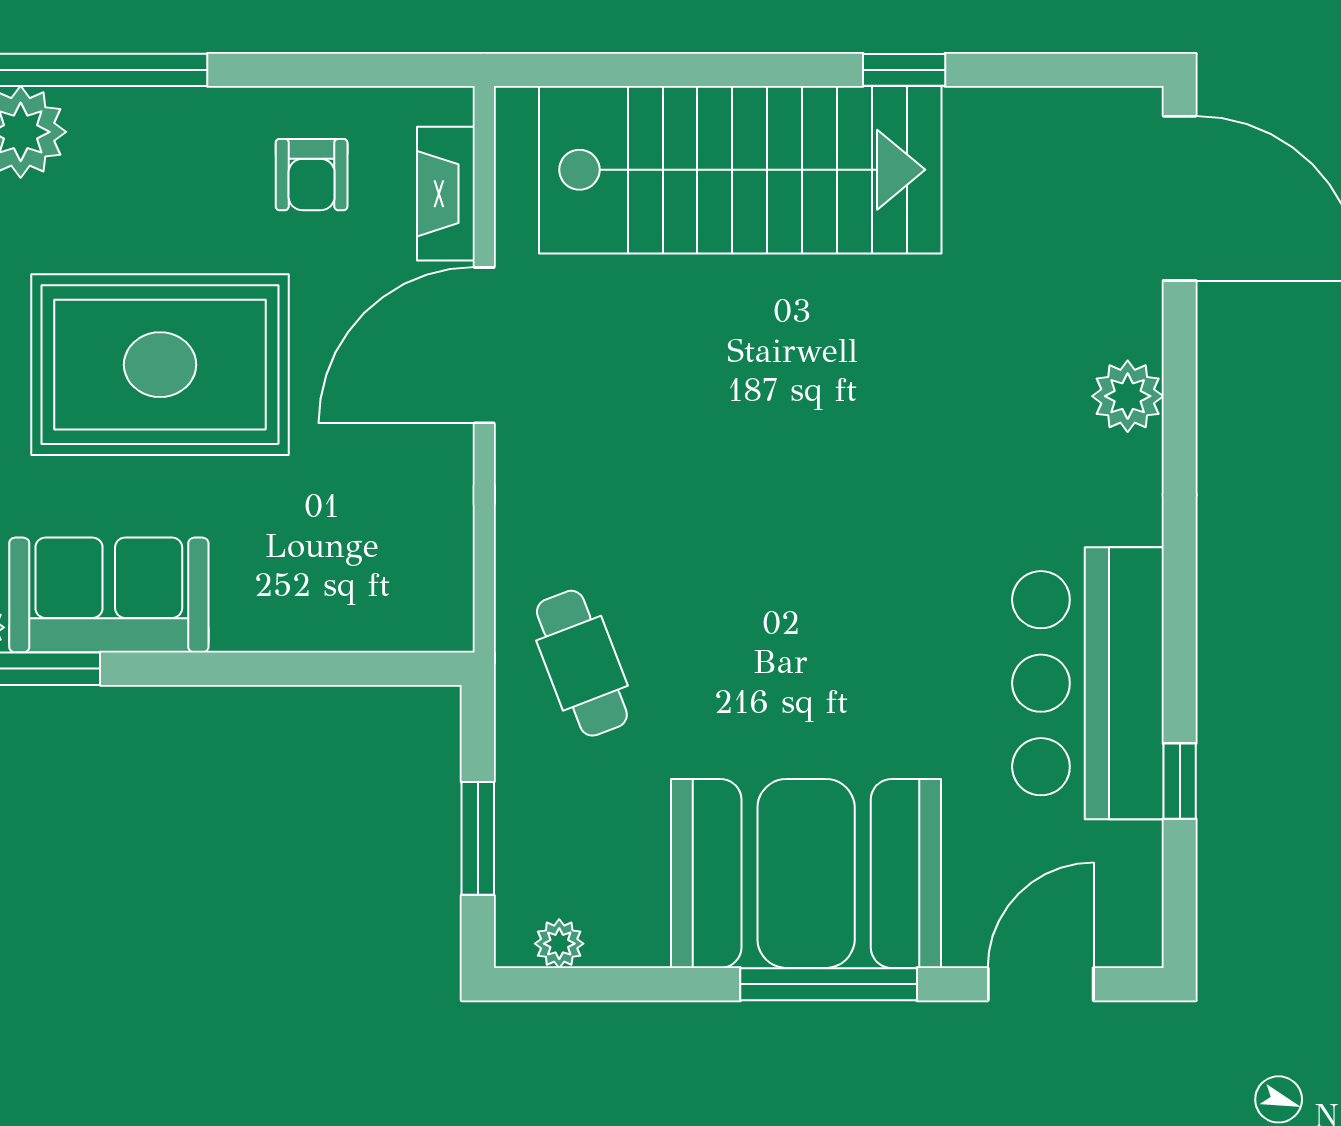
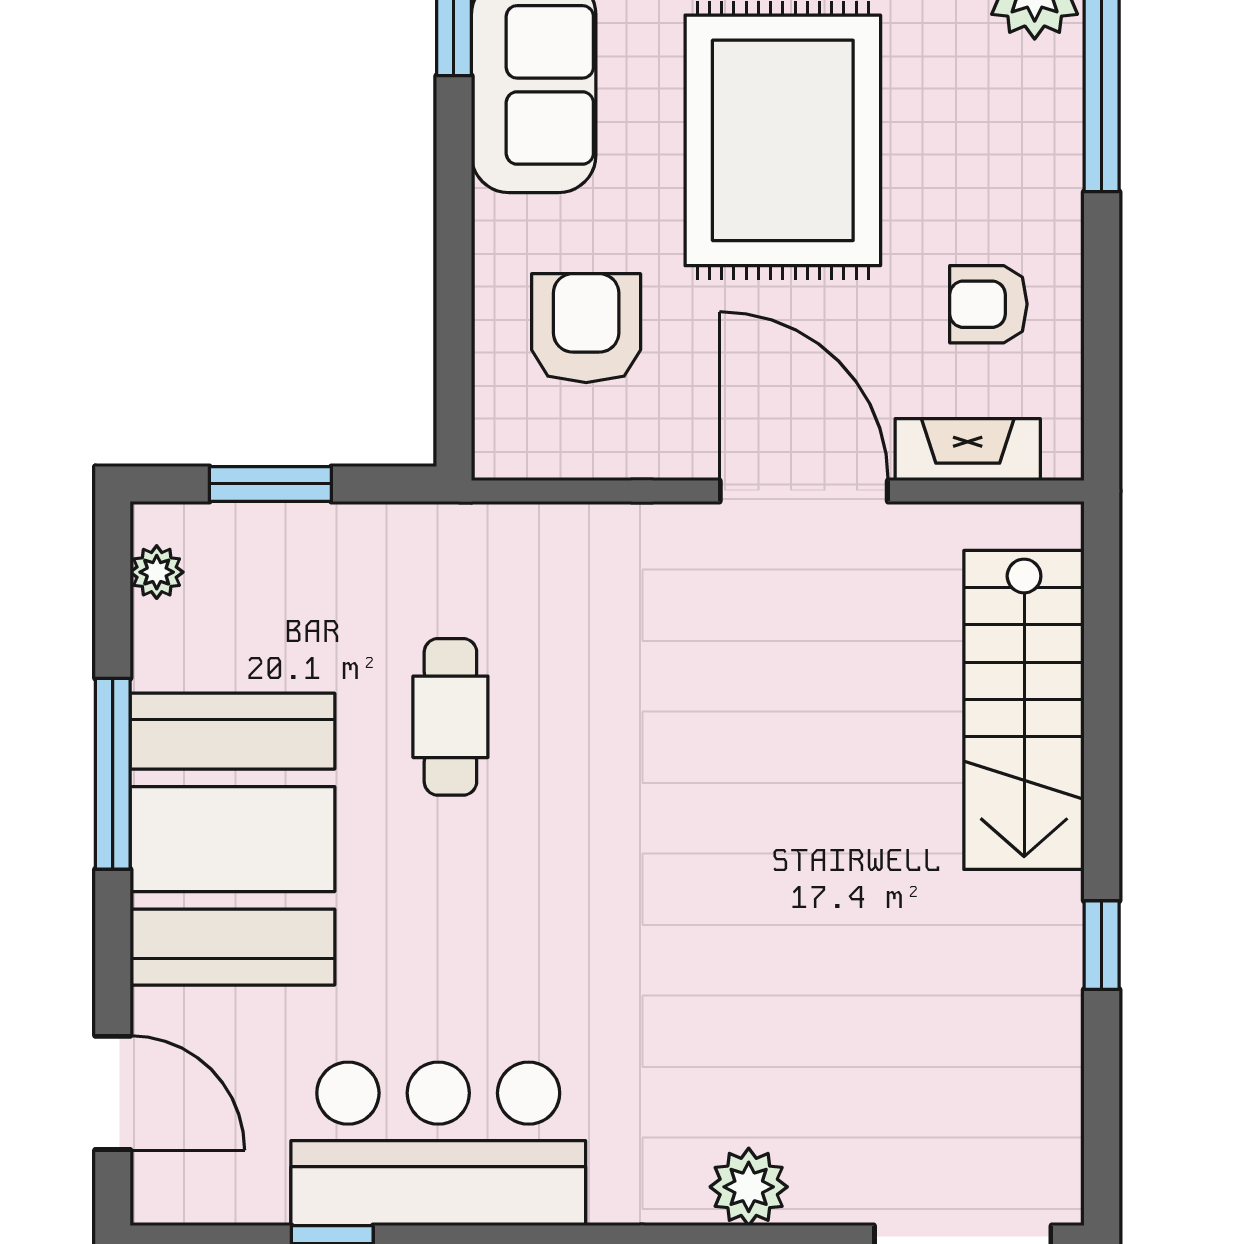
stairs: (740, 170) -> (1024, 710), width x0.73, depth x0.66
armchair: (334, 547) -> (586, 328), added
cafe table: (582, 663) -> (450, 717), moved, turned -69
window: (829, 984) -> (113, 774), moved

